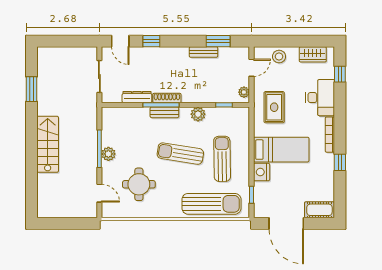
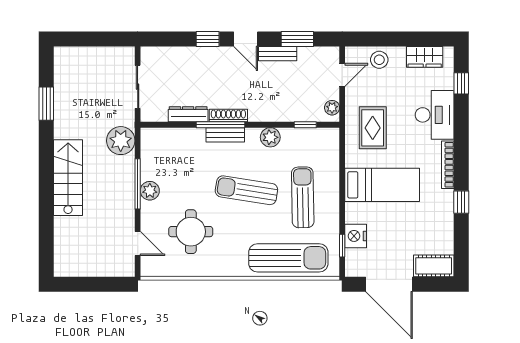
door: (120, 41) -> (246, 39), moved
plant: (87, 117) -> (121, 141), added
nightstand: (262, 172) -> (356, 236), moved

